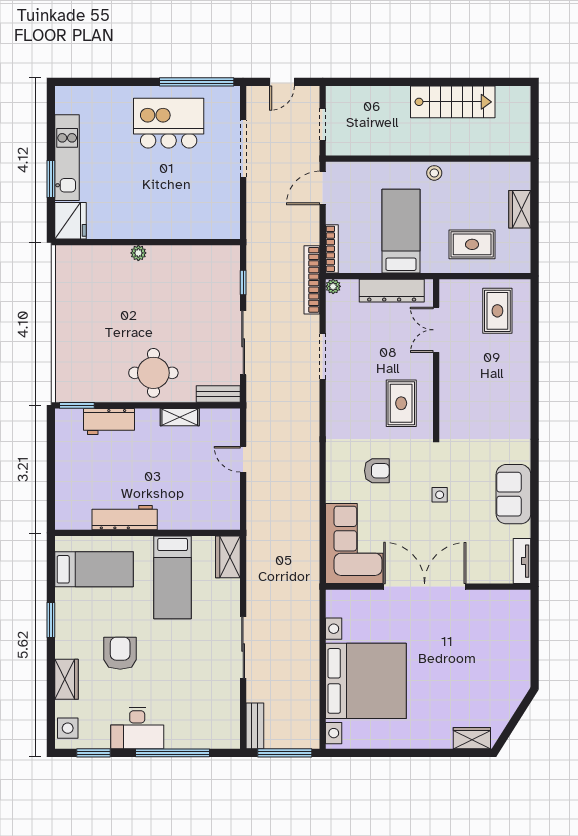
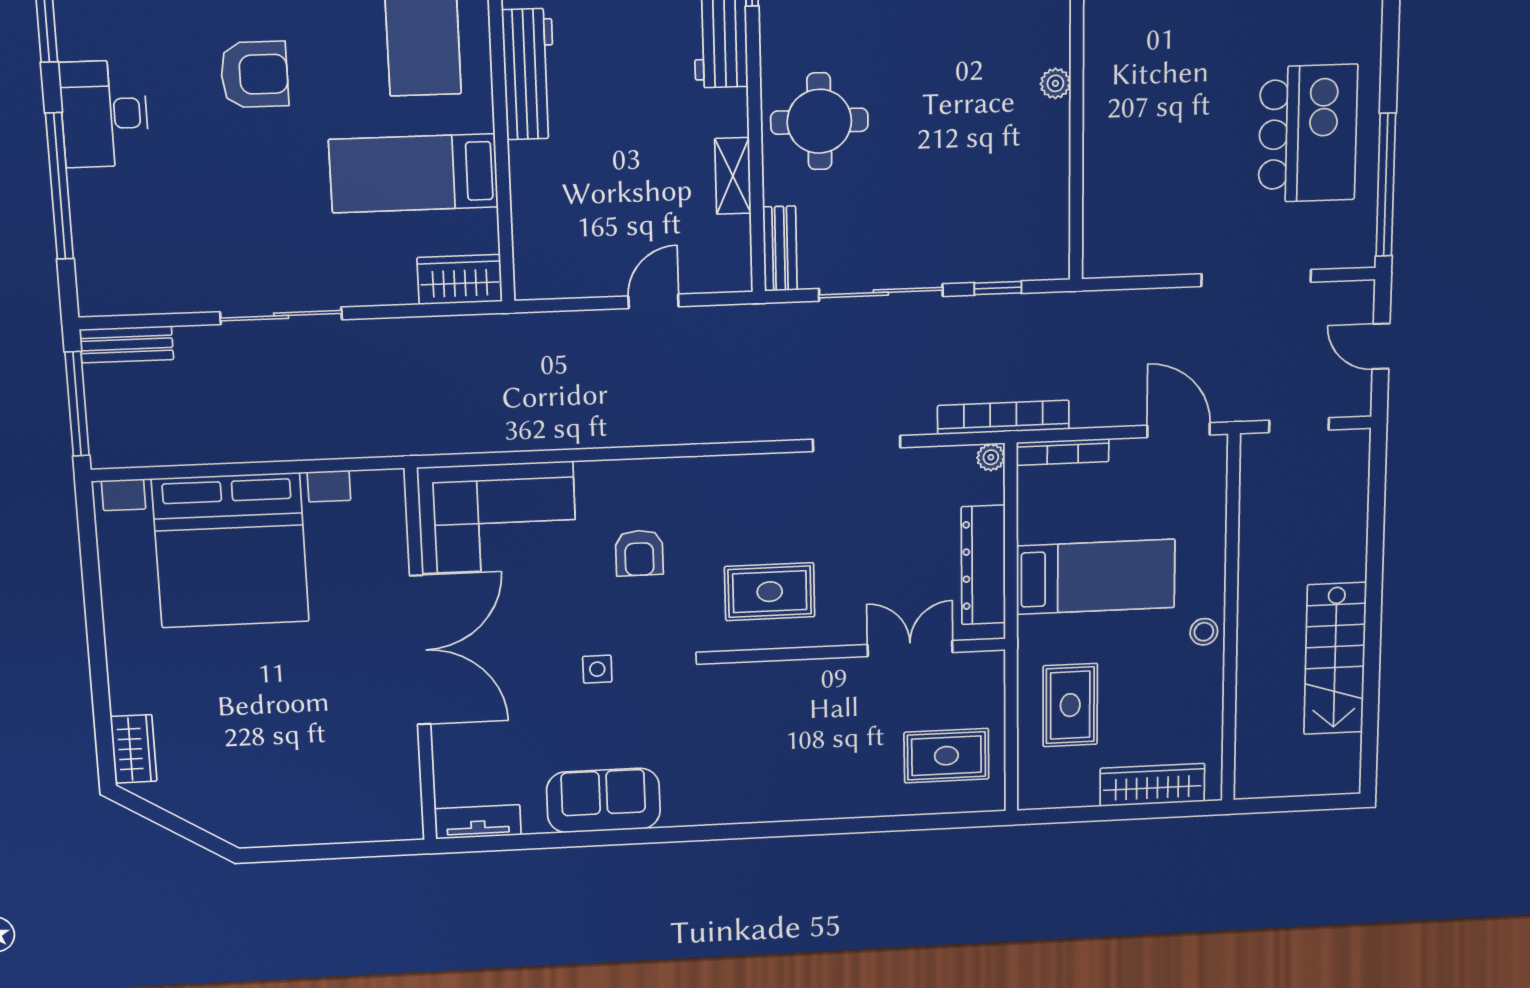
wardrobe: (520, 209) -> (1152, 785), width x1.50

